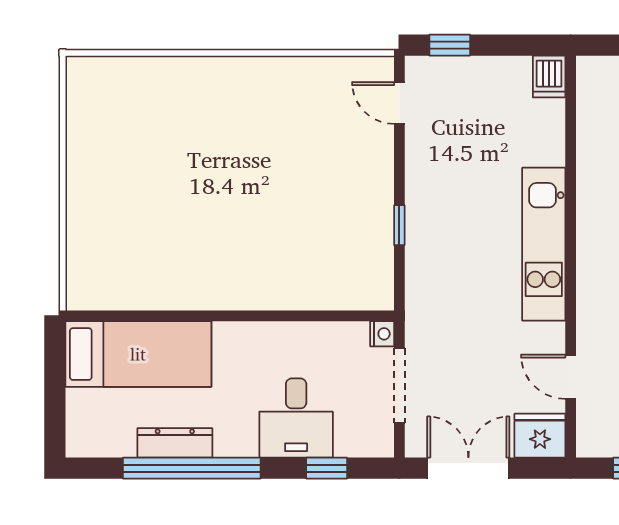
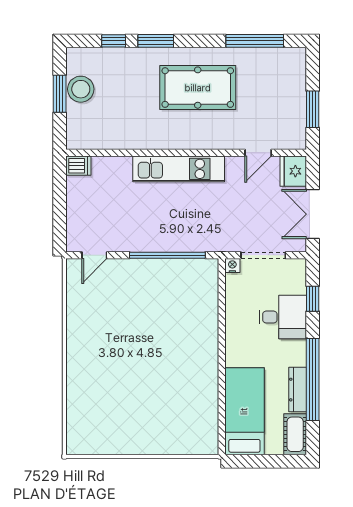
window: (450, 45) -> (60, 225), removed
window: (399, 225) -> (167, 255), width x3.17
cot: (100, 439) -> (295, 434), added

